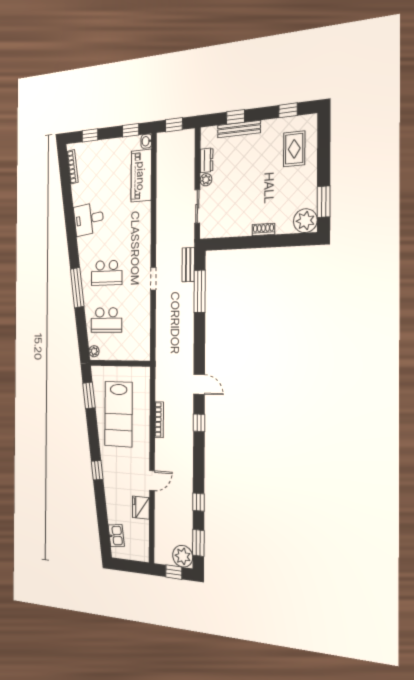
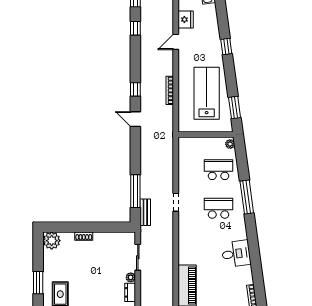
window: (324, 202) -> (38, 283), moved

